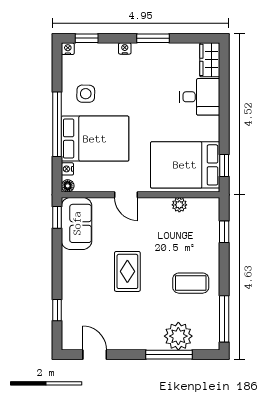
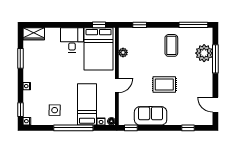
window: (153, 38) -> (20, 58), moved
desk: (200, 97) -> (72, 40), moved
bed: (95, 139) -> (87, 104), width x0.67
sofa: (77, 223) -> (151, 116), moved
door: (95, 355) -> (215, 105), hinge flipped

